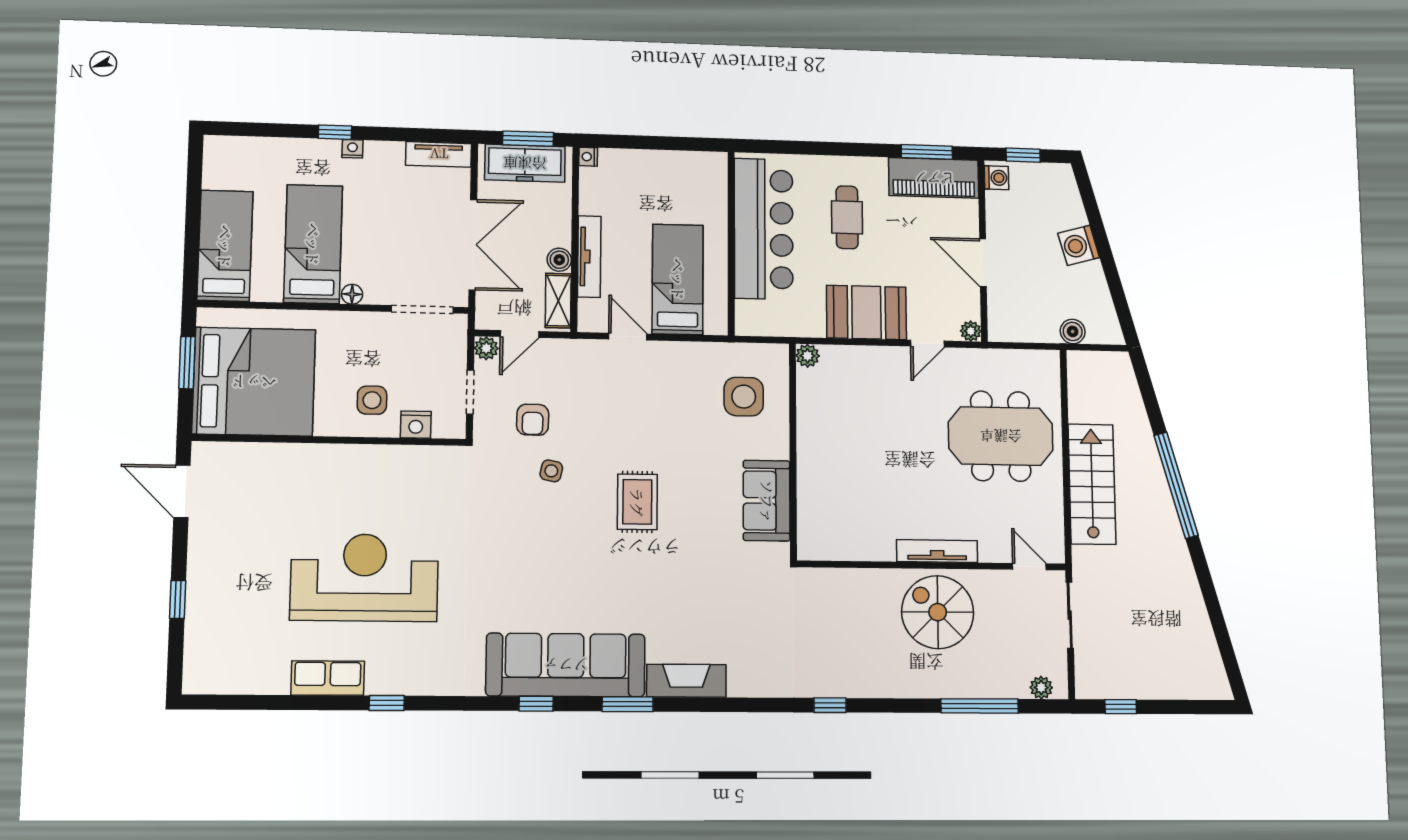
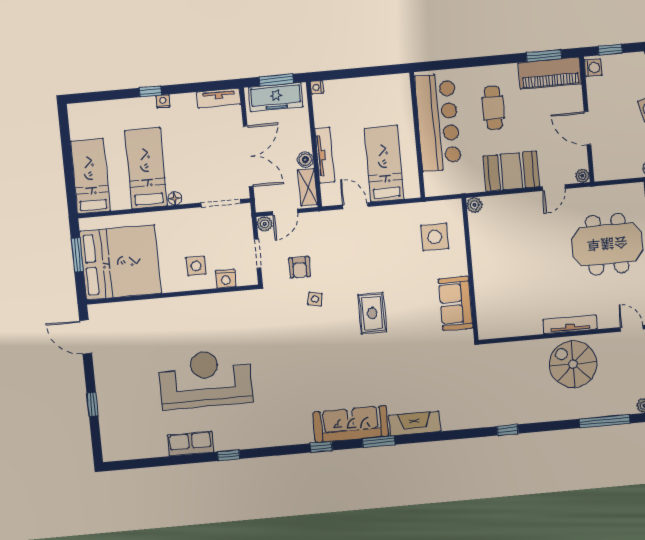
sofa: (566, 665) -> (351, 424), width x0.74, depth x0.79

